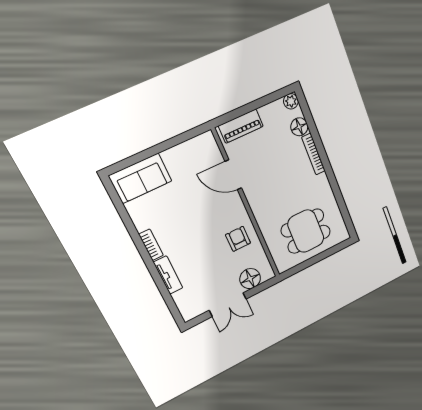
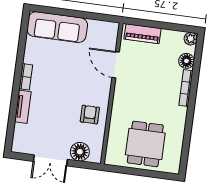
sofa: (140, 178) -> (57, 27), width x1.36
dining table: (306, 231) -> (145, 144), turned 90

